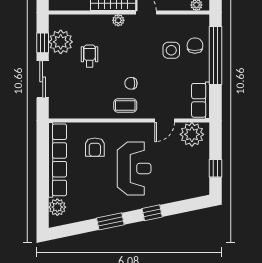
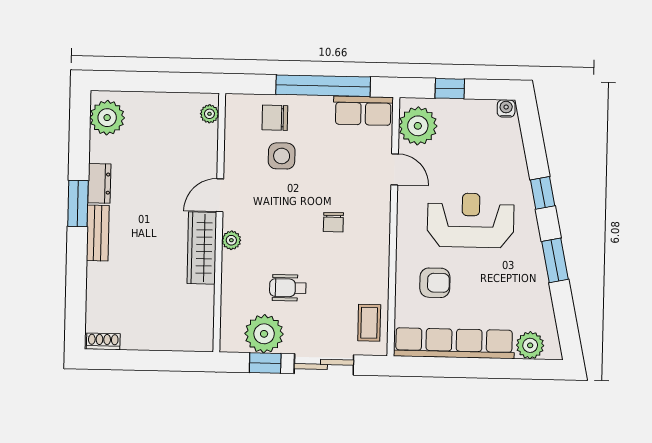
window: (216, 55) -> (323, 86), moved
coffee table: (125, 106) -> (369, 323), moved
window: (216, 168) -> (450, 89), moved
water cooler: (204, 189) -> (506, 108), added

